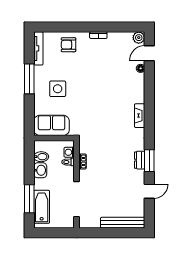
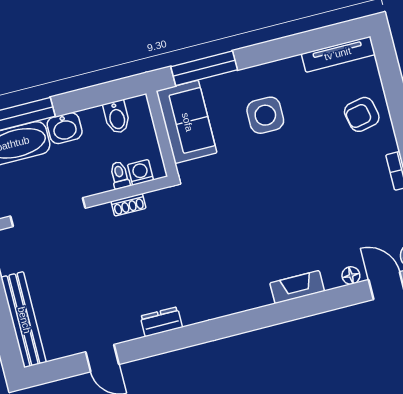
armchair: (68, 45) -> (362, 114), turned -102
window: (29, 79) -> (204, 68), moved
fireplace: (140, 116) -> (297, 287), moved
window: (149, 161) -> (165, 342), removed
washbasin: (40, 170) -> (65, 128), moved

